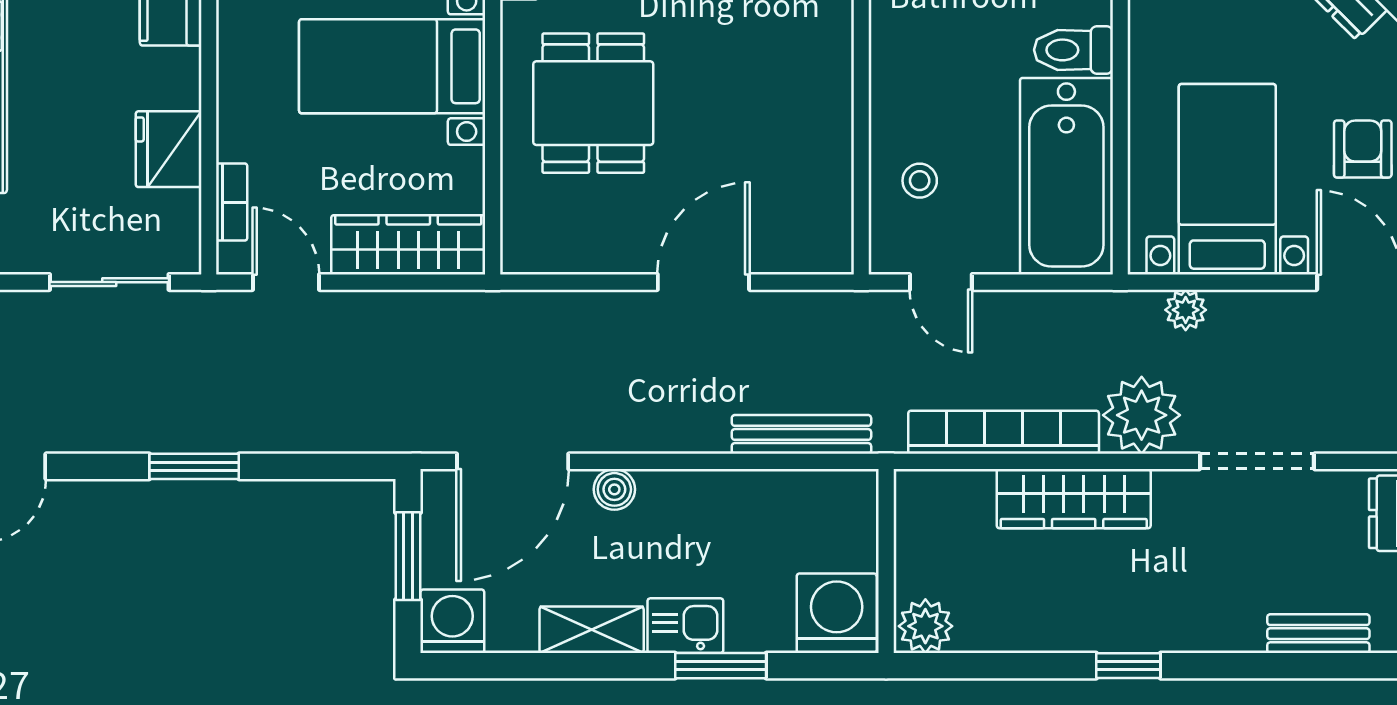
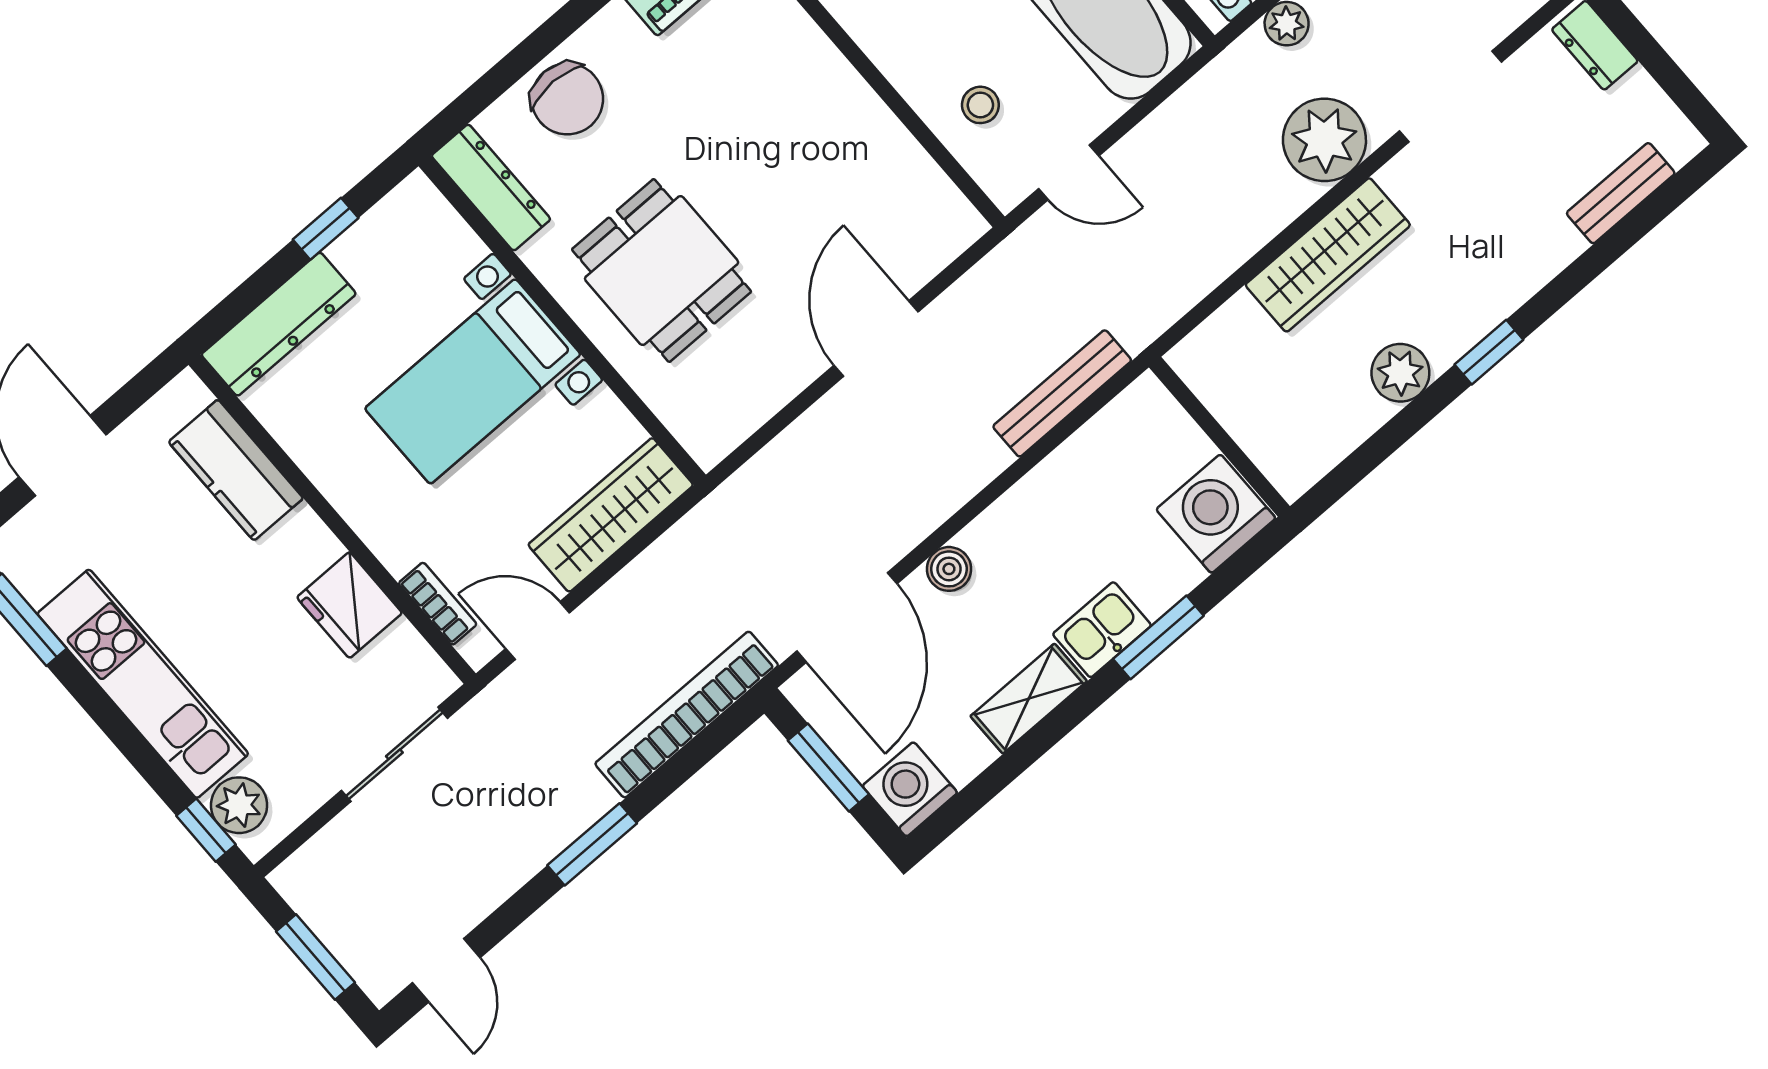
bookcase: (1004, 432) -> (687, 715), moved
plant: (925, 626) -> (1400, 373), moved

